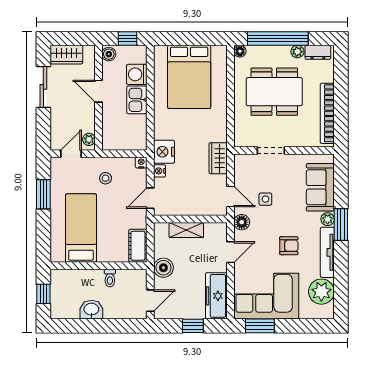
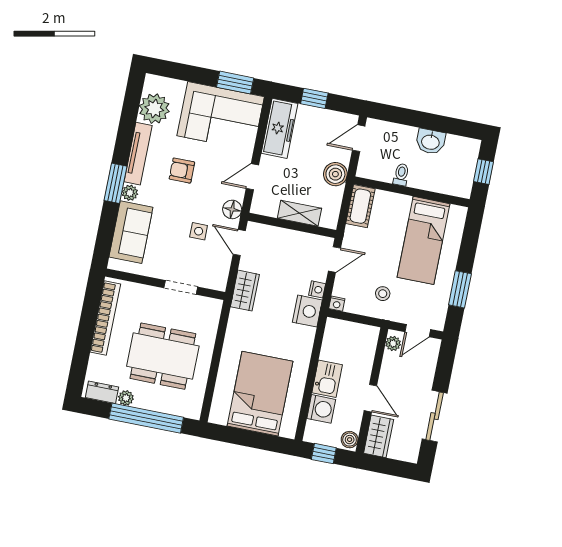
floor lamp: (240, 51) -> (194, 412), removed
wardrobe: (66, 55) -> (379, 436), moved, turned 90

